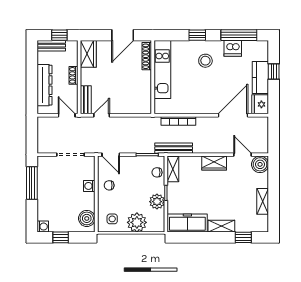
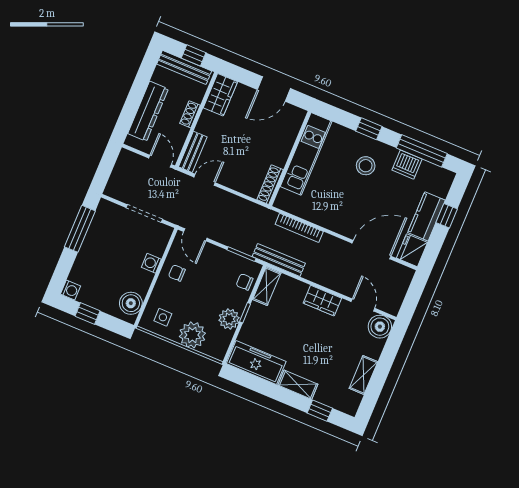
bench: (51, 46) -> (184, 67), width x1.36
shoe rack: (147, 56) -> (270, 185), moved

